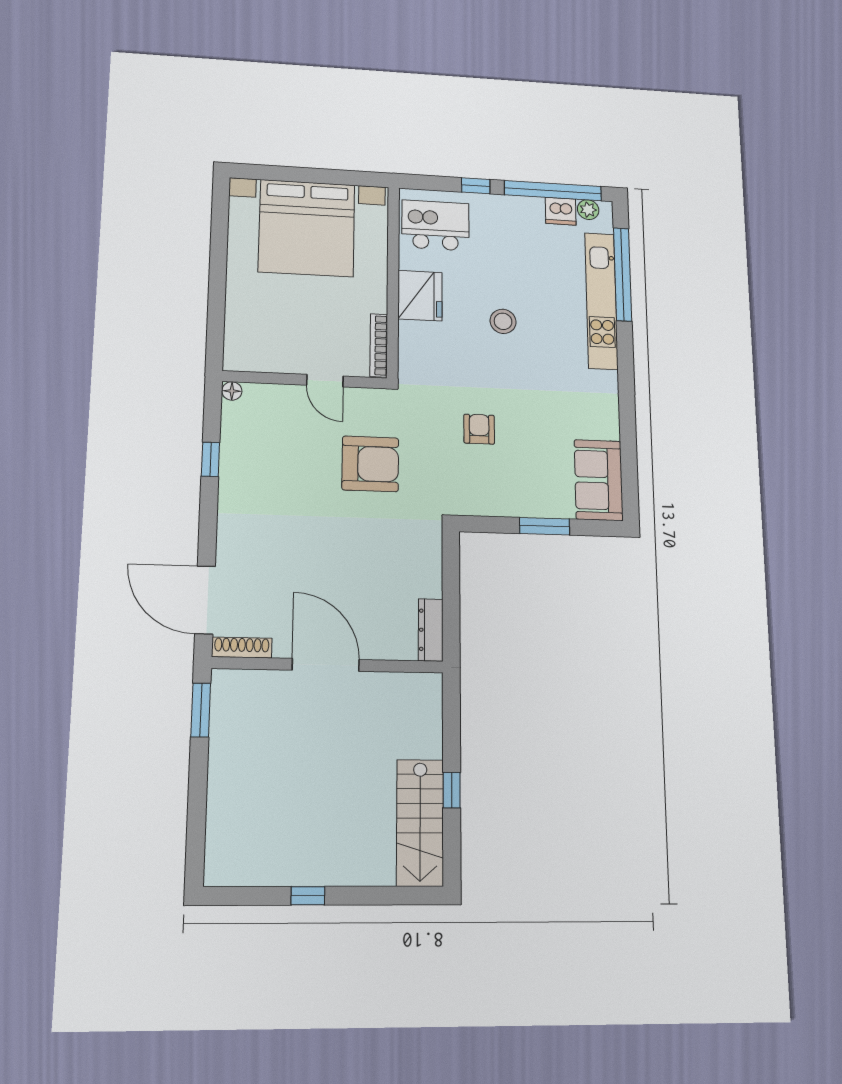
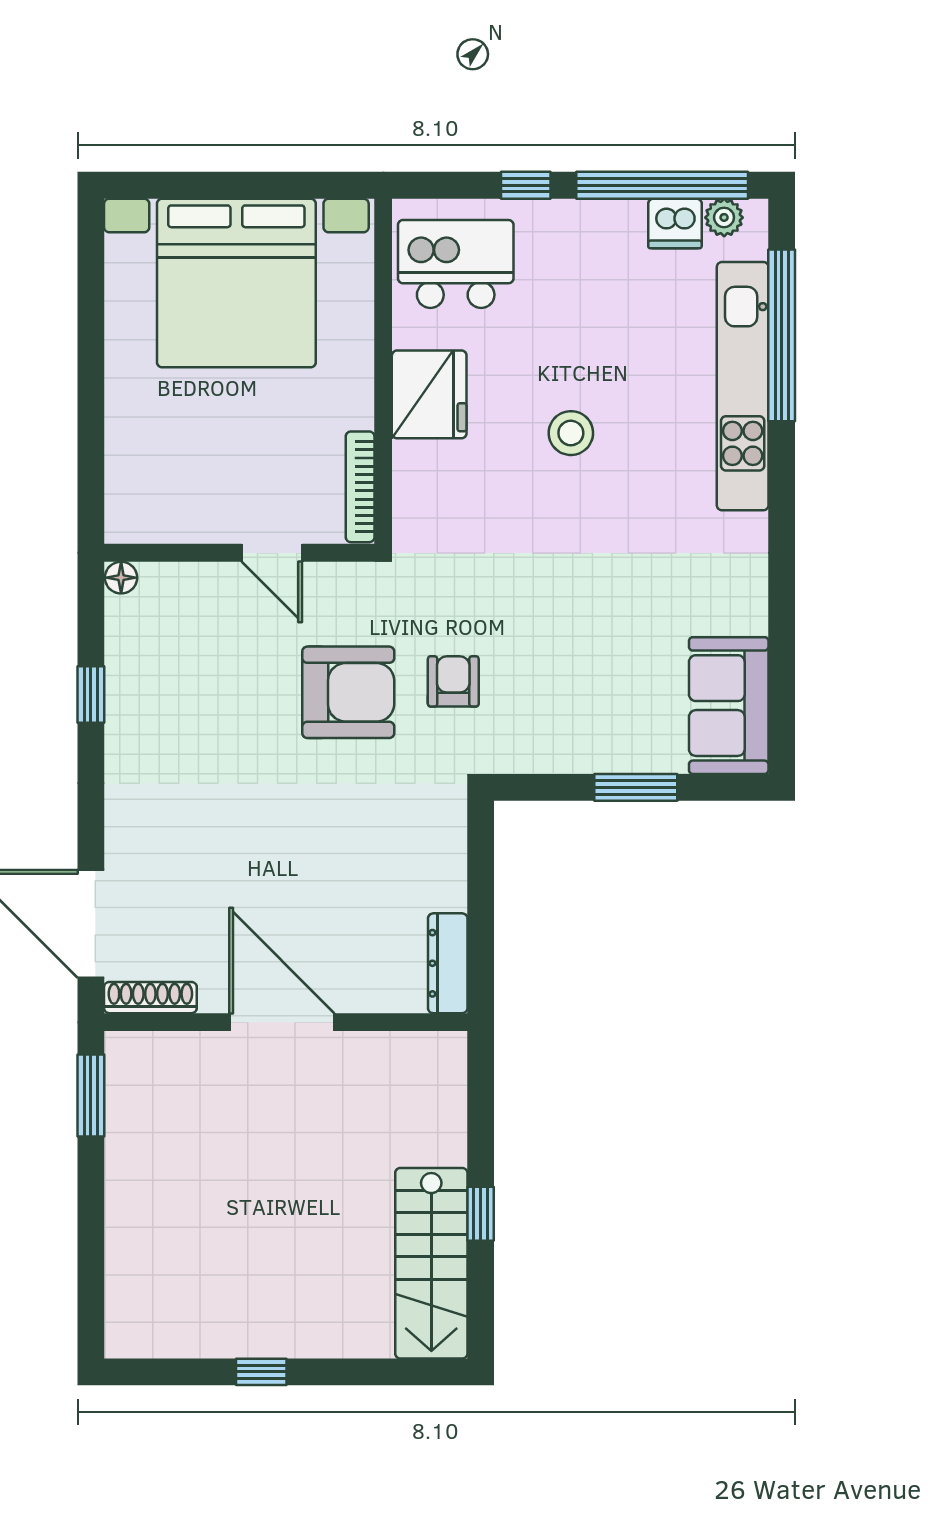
armchair: (479, 429) -> (453, 681), moved

